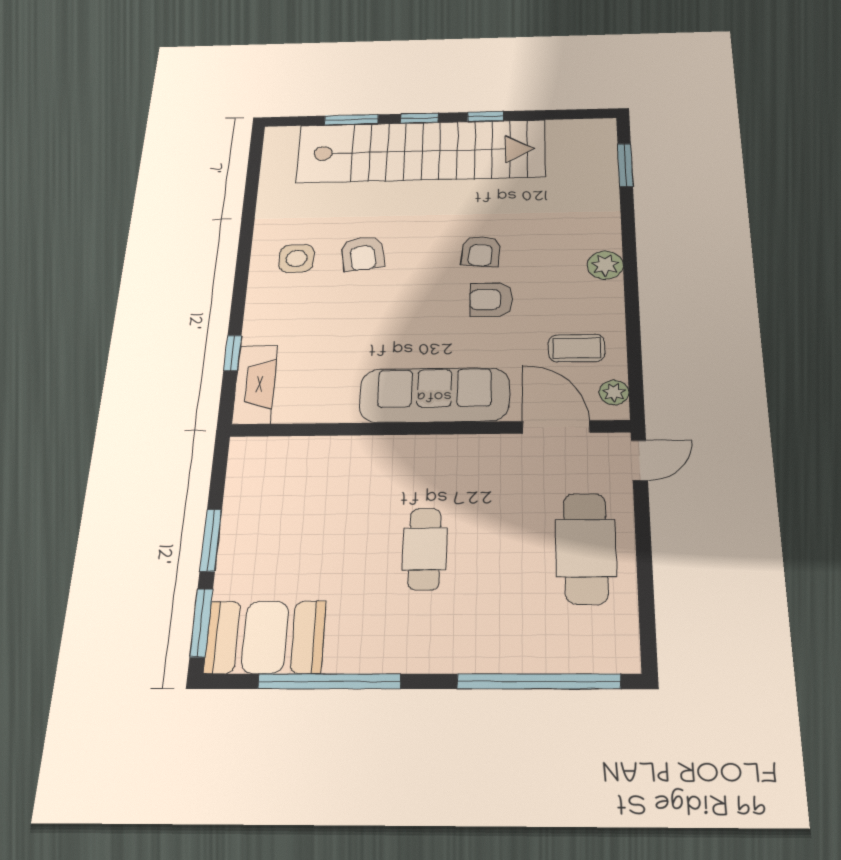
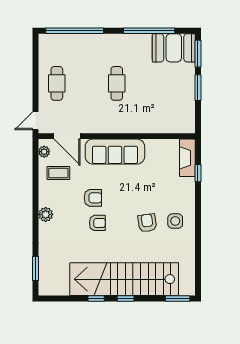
window: (351, 120) -> (178, 299), moved
armchair: (481, 251) -> (97, 223), turned 85
cafe table: (586, 548) -> (57, 83), width x0.73, depth x0.74

